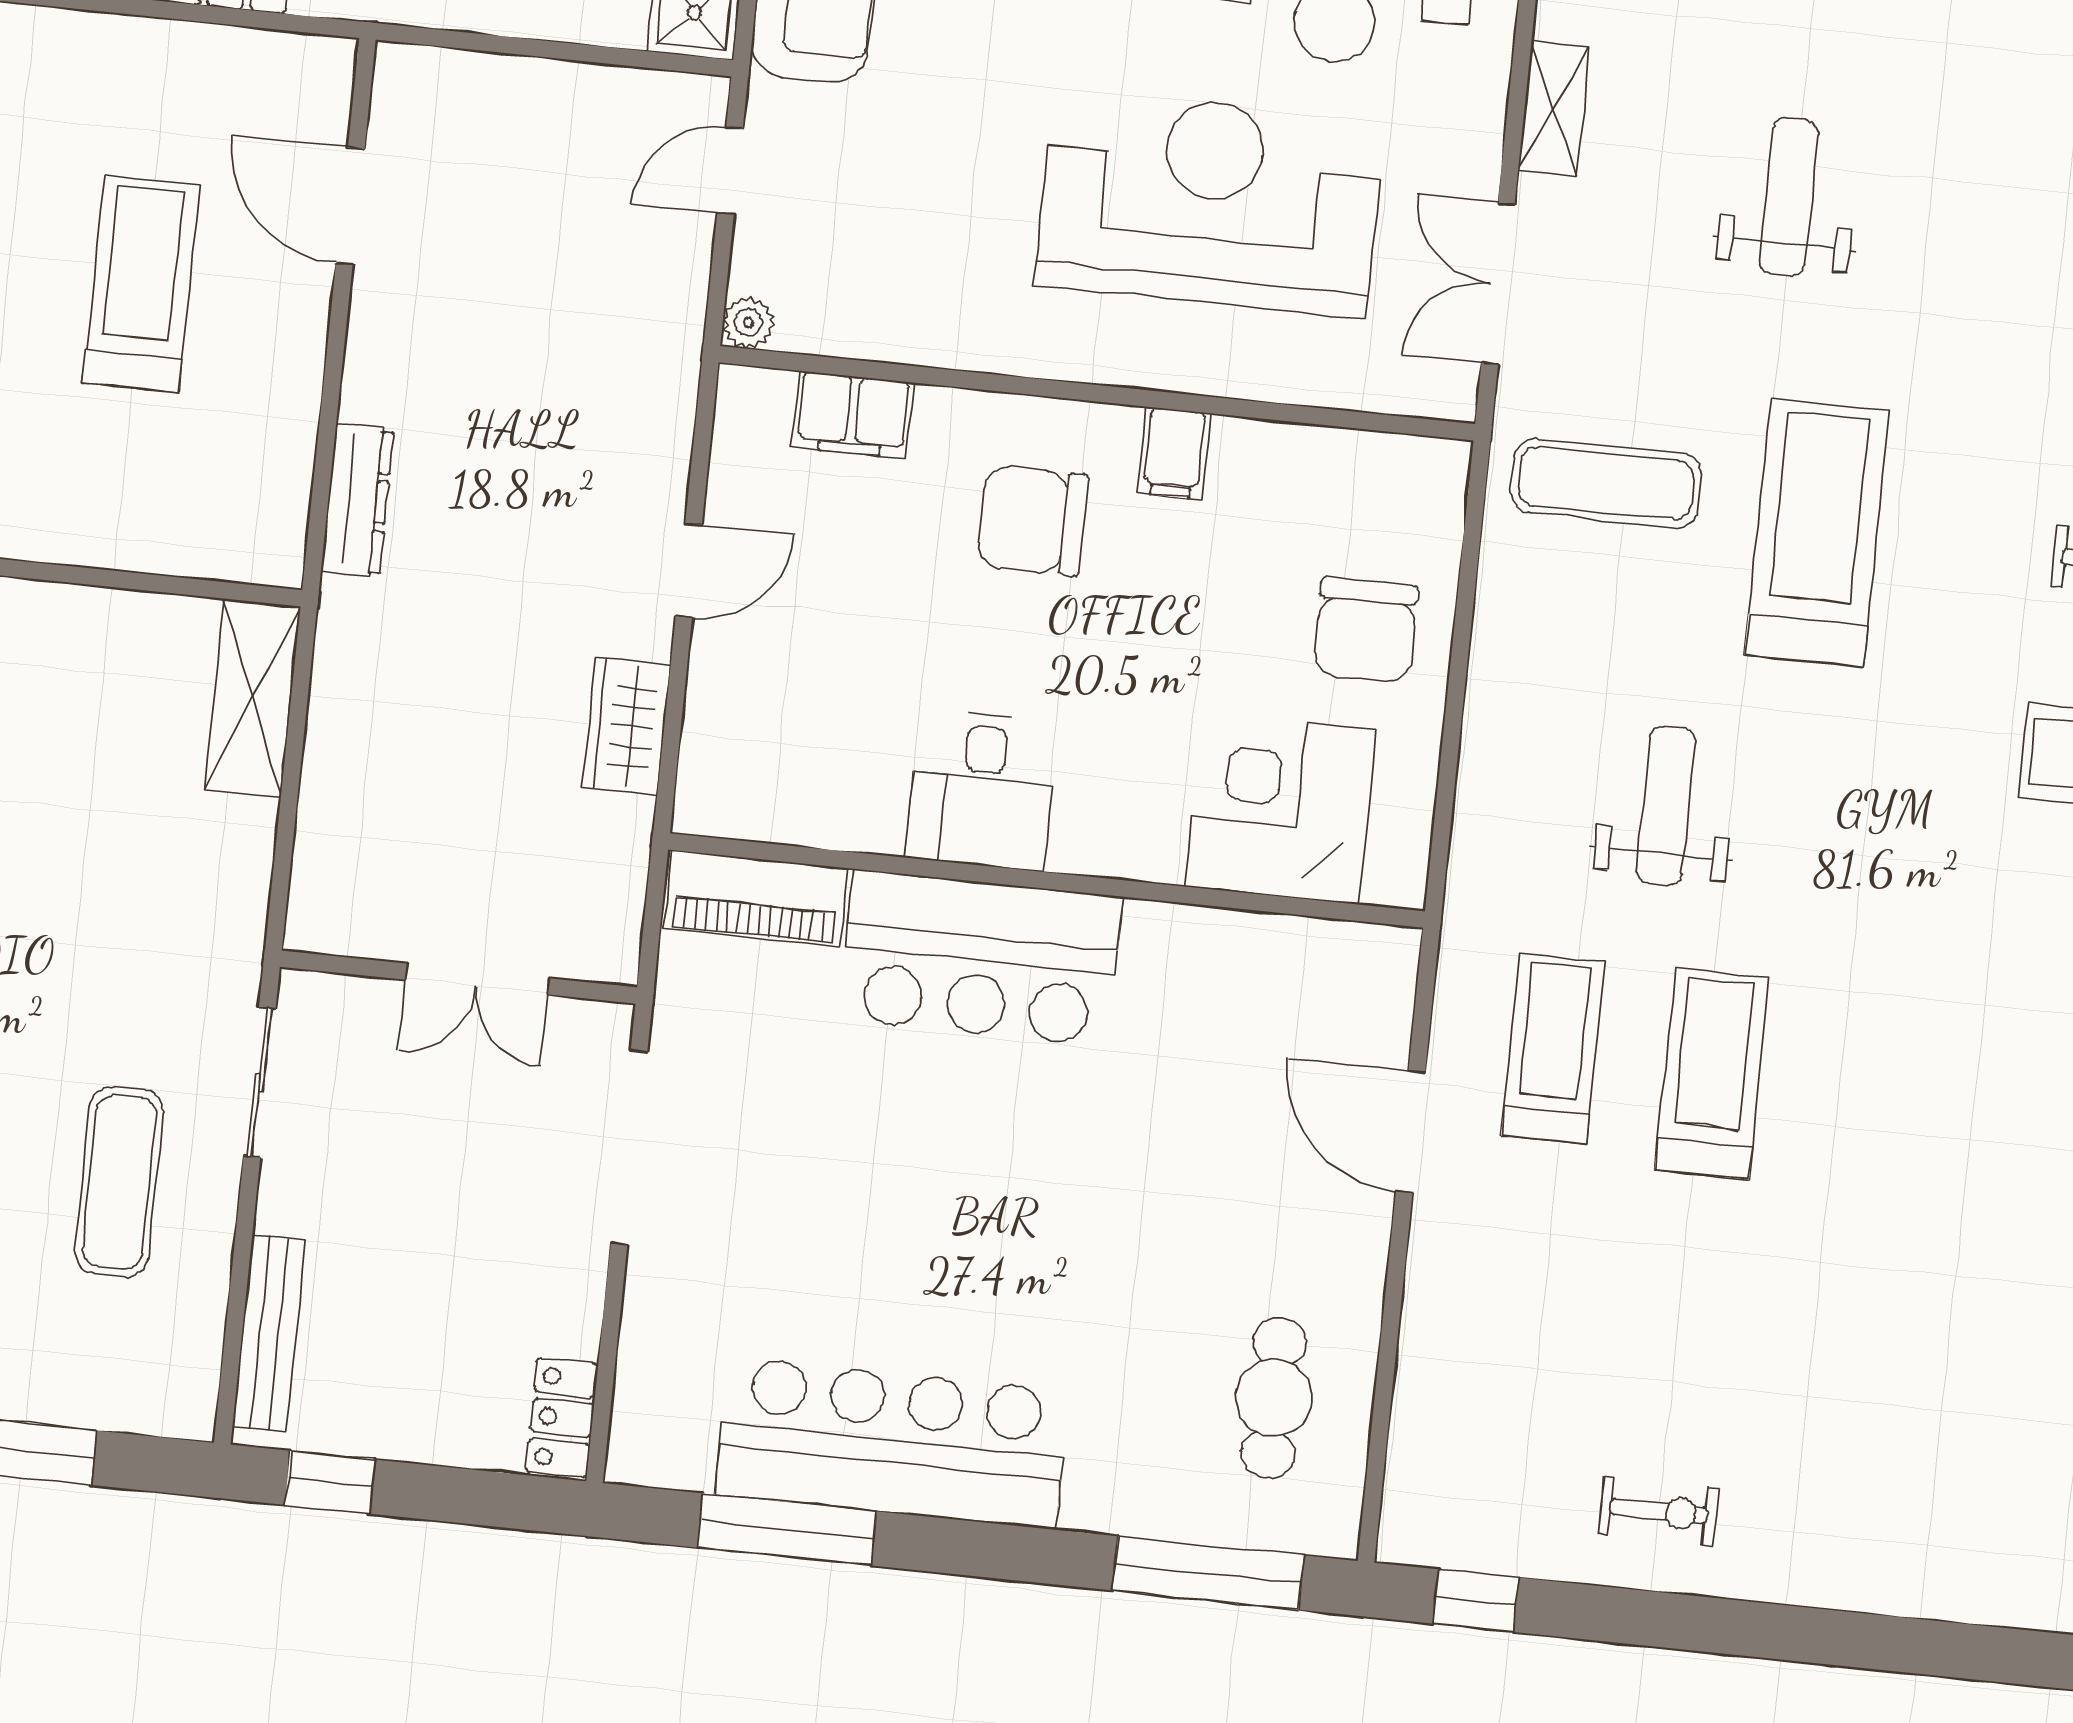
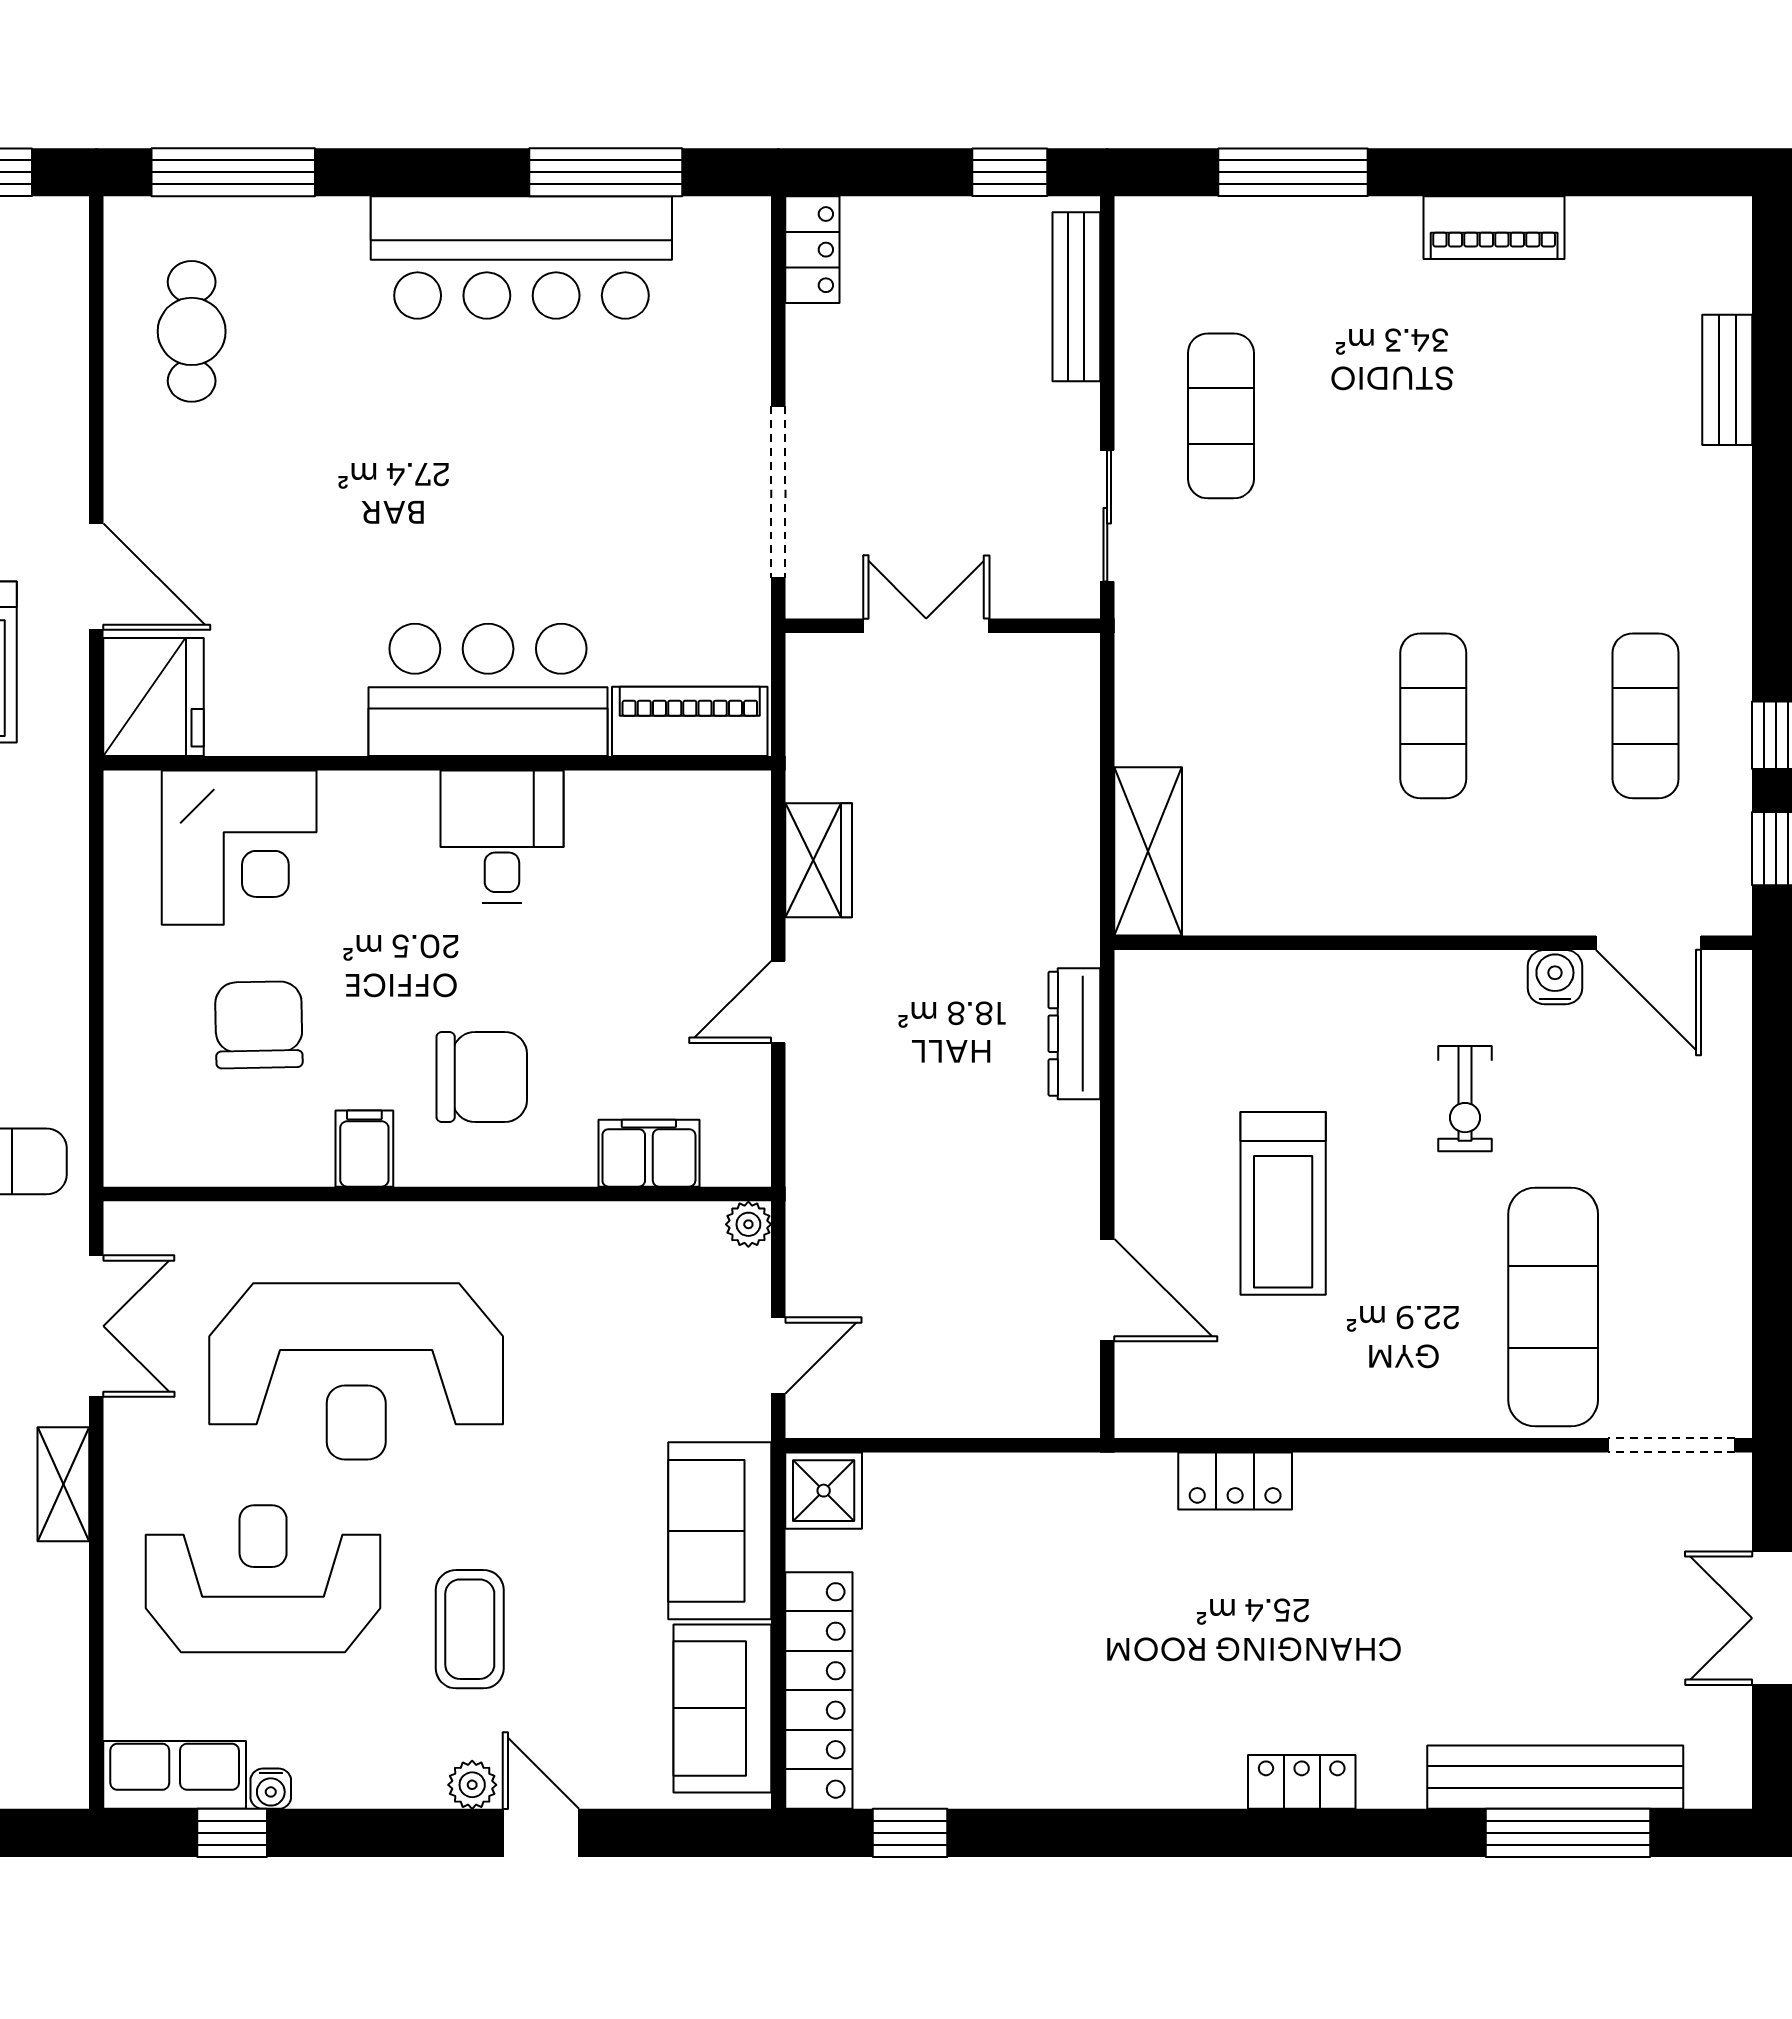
chair: (1366, 630) -> (259, 1025), moved
fridge: (1360, 989) -> (154, 697), added

